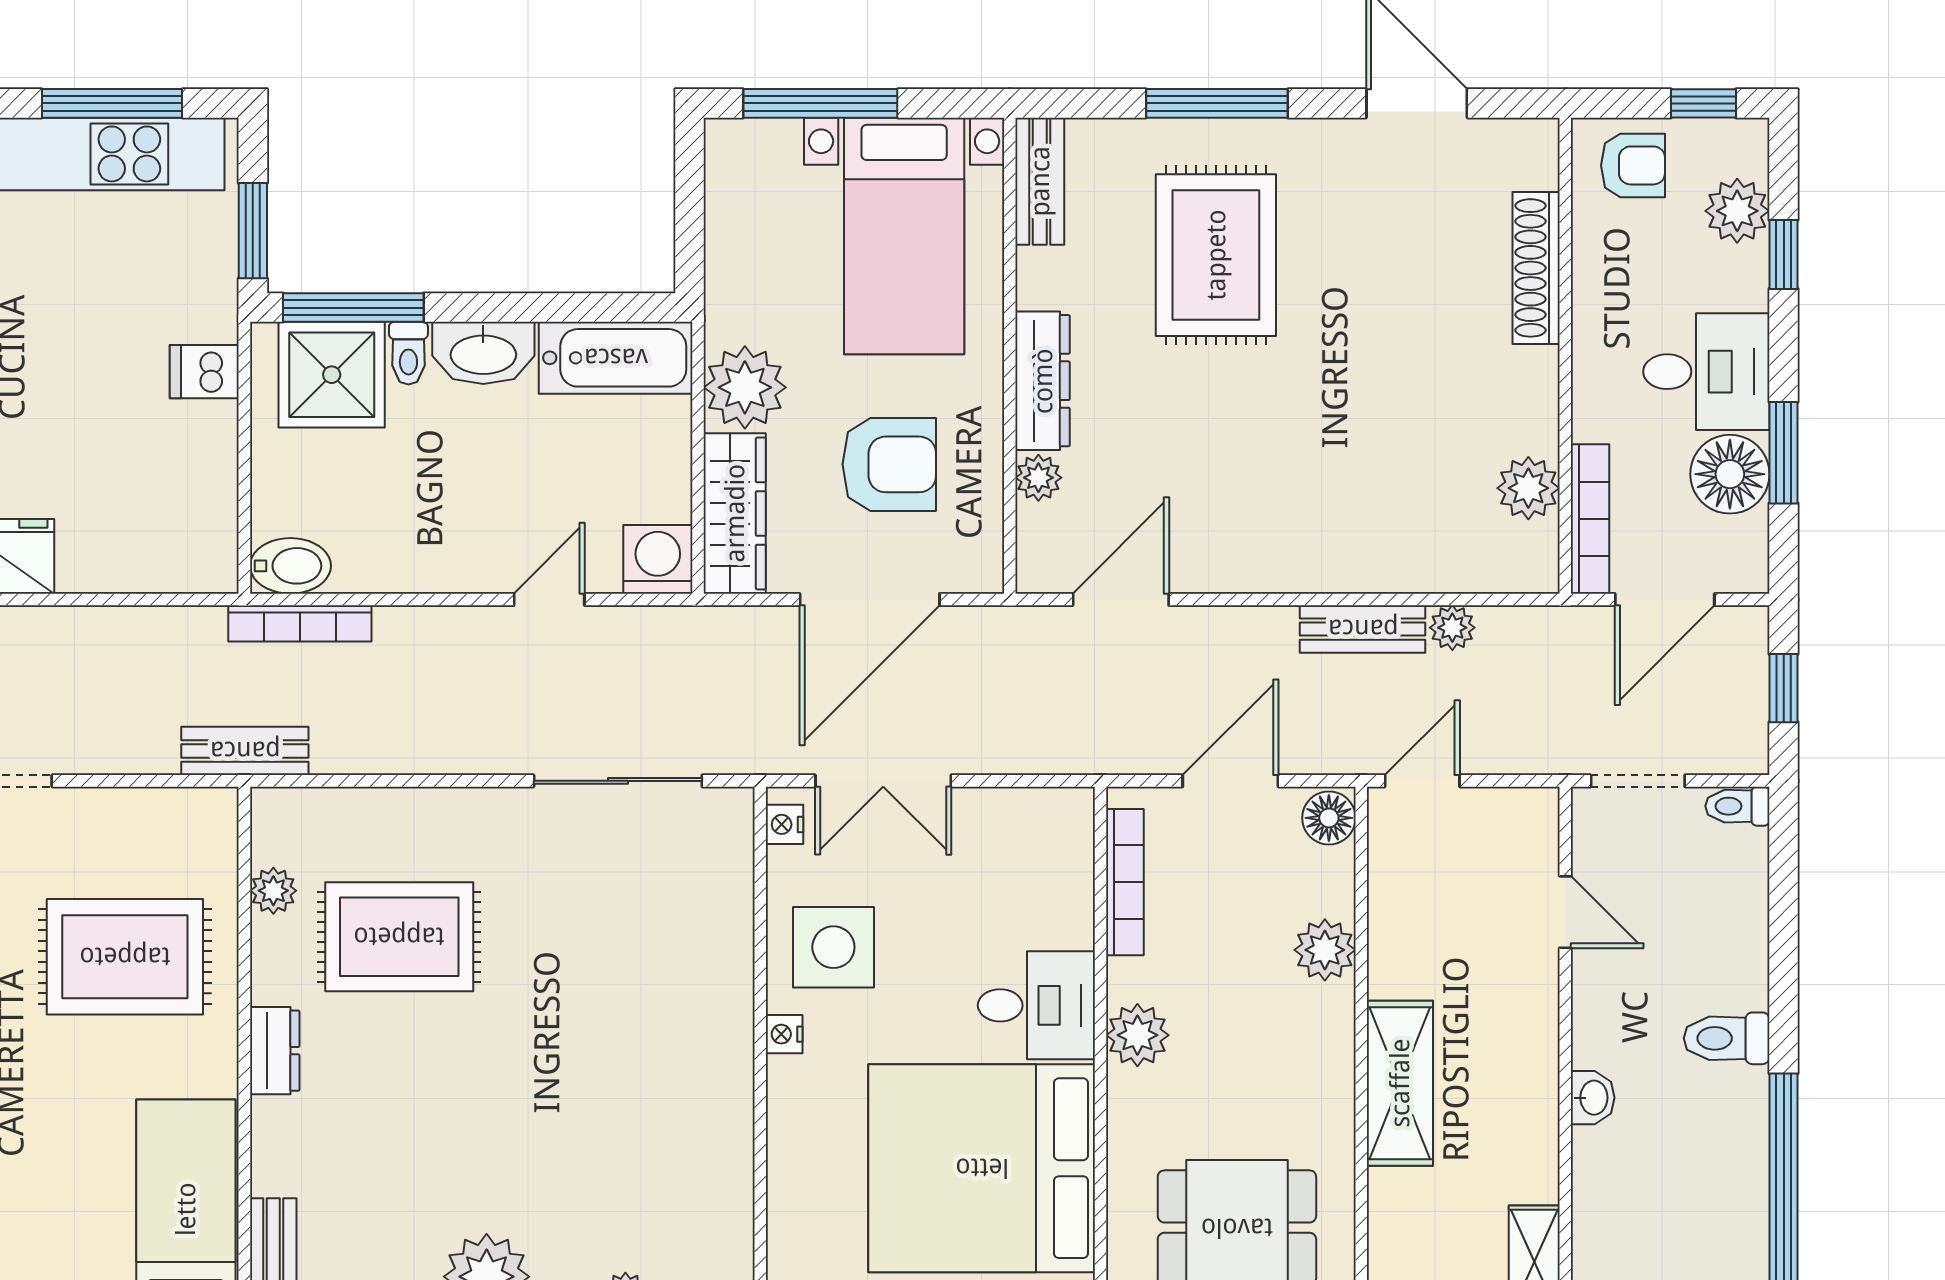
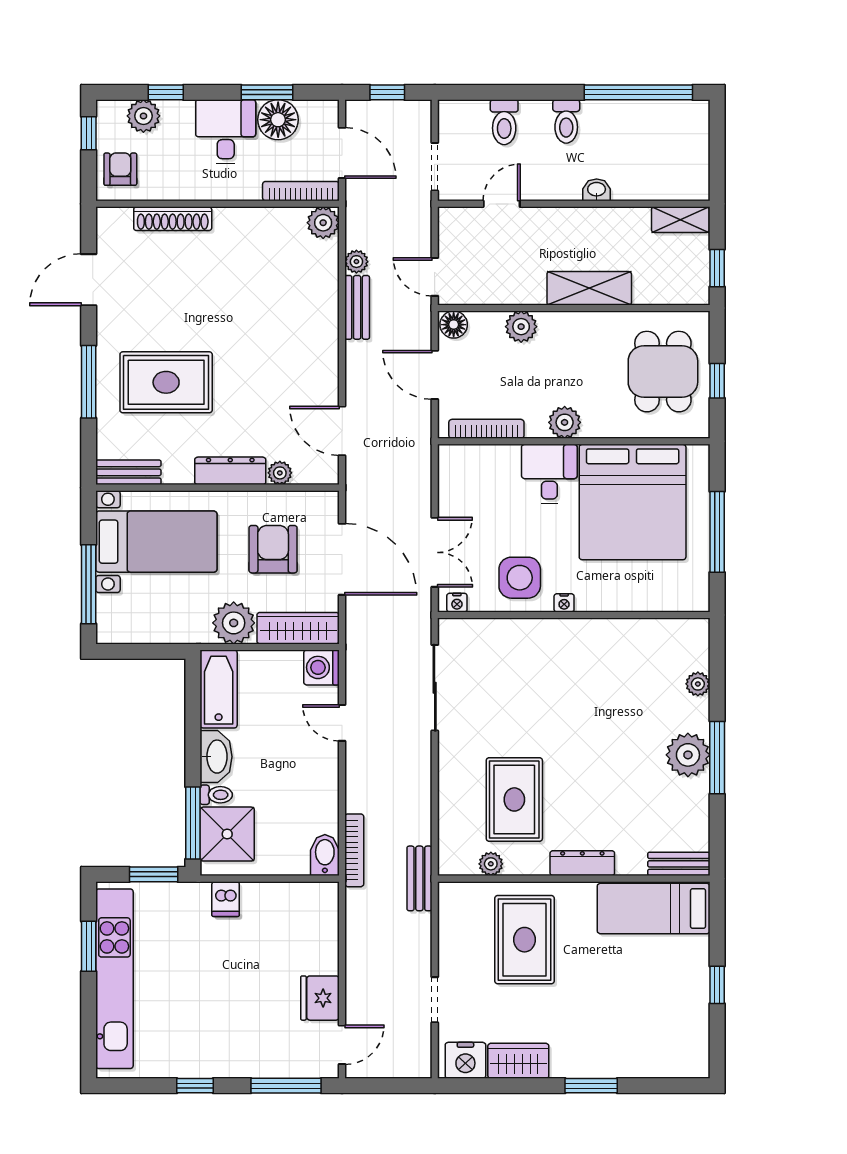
window: (112, 103) -> (89, 946), width x0.69
plant: (1528, 488) -> (323, 223), moved
toilet: (1737, 806) -> (504, 122), moved, width x1.37, depth x1.39
dresser: (275, 1051) -> (582, 863), width x1.44

